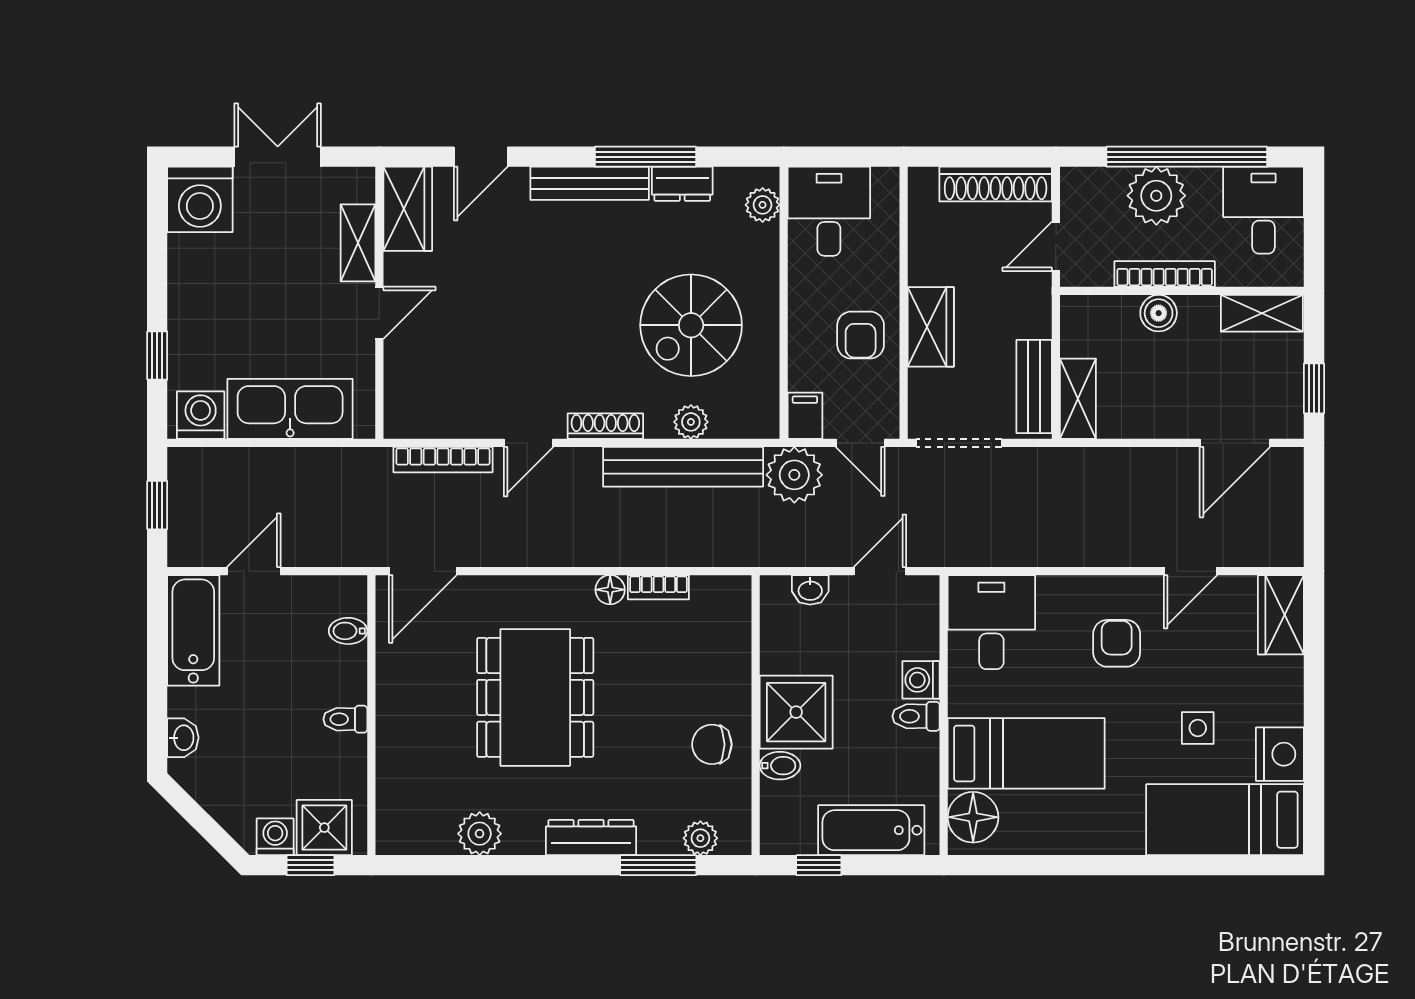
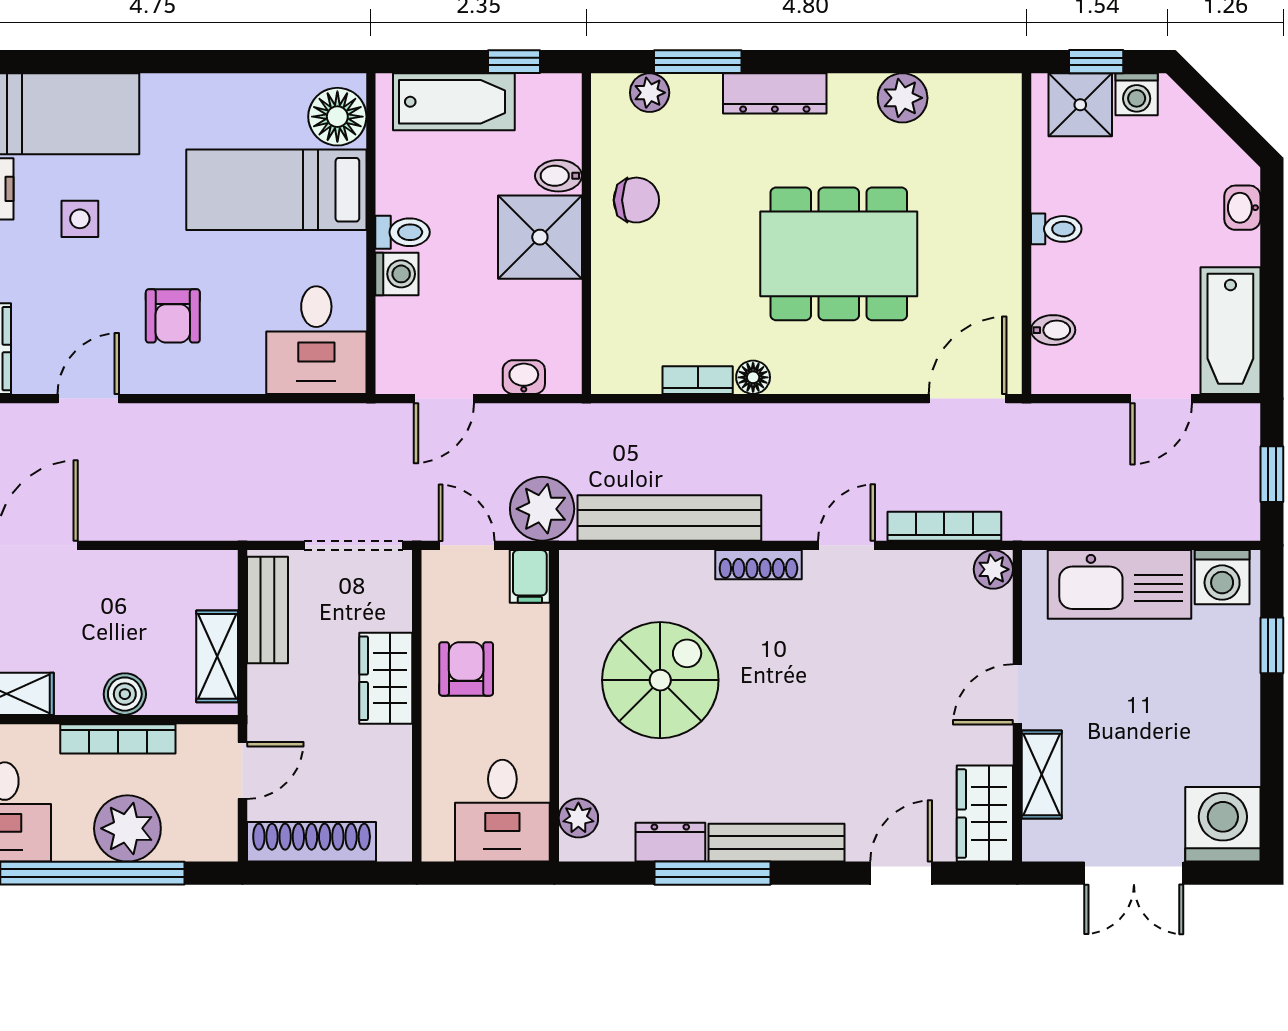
shelving: (1078, 399) -> (217, 656), moved
plant: (691, 422) -> (993, 569), moved
dining table: (535, 697) -> (839, 254), turned 90

